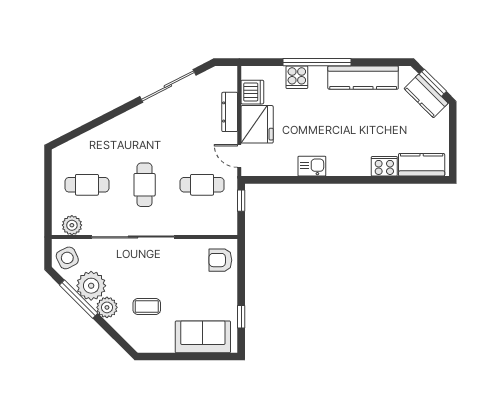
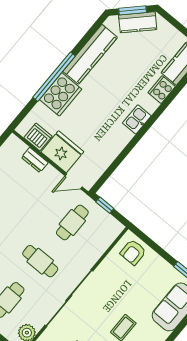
cooker: (297, 77) -> (61, 94), width x1.87, depth x1.31
dresser: (230, 112) -> (35, 160), width x0.70
kitchen sink: (312, 166) -> (137, 119), moved

